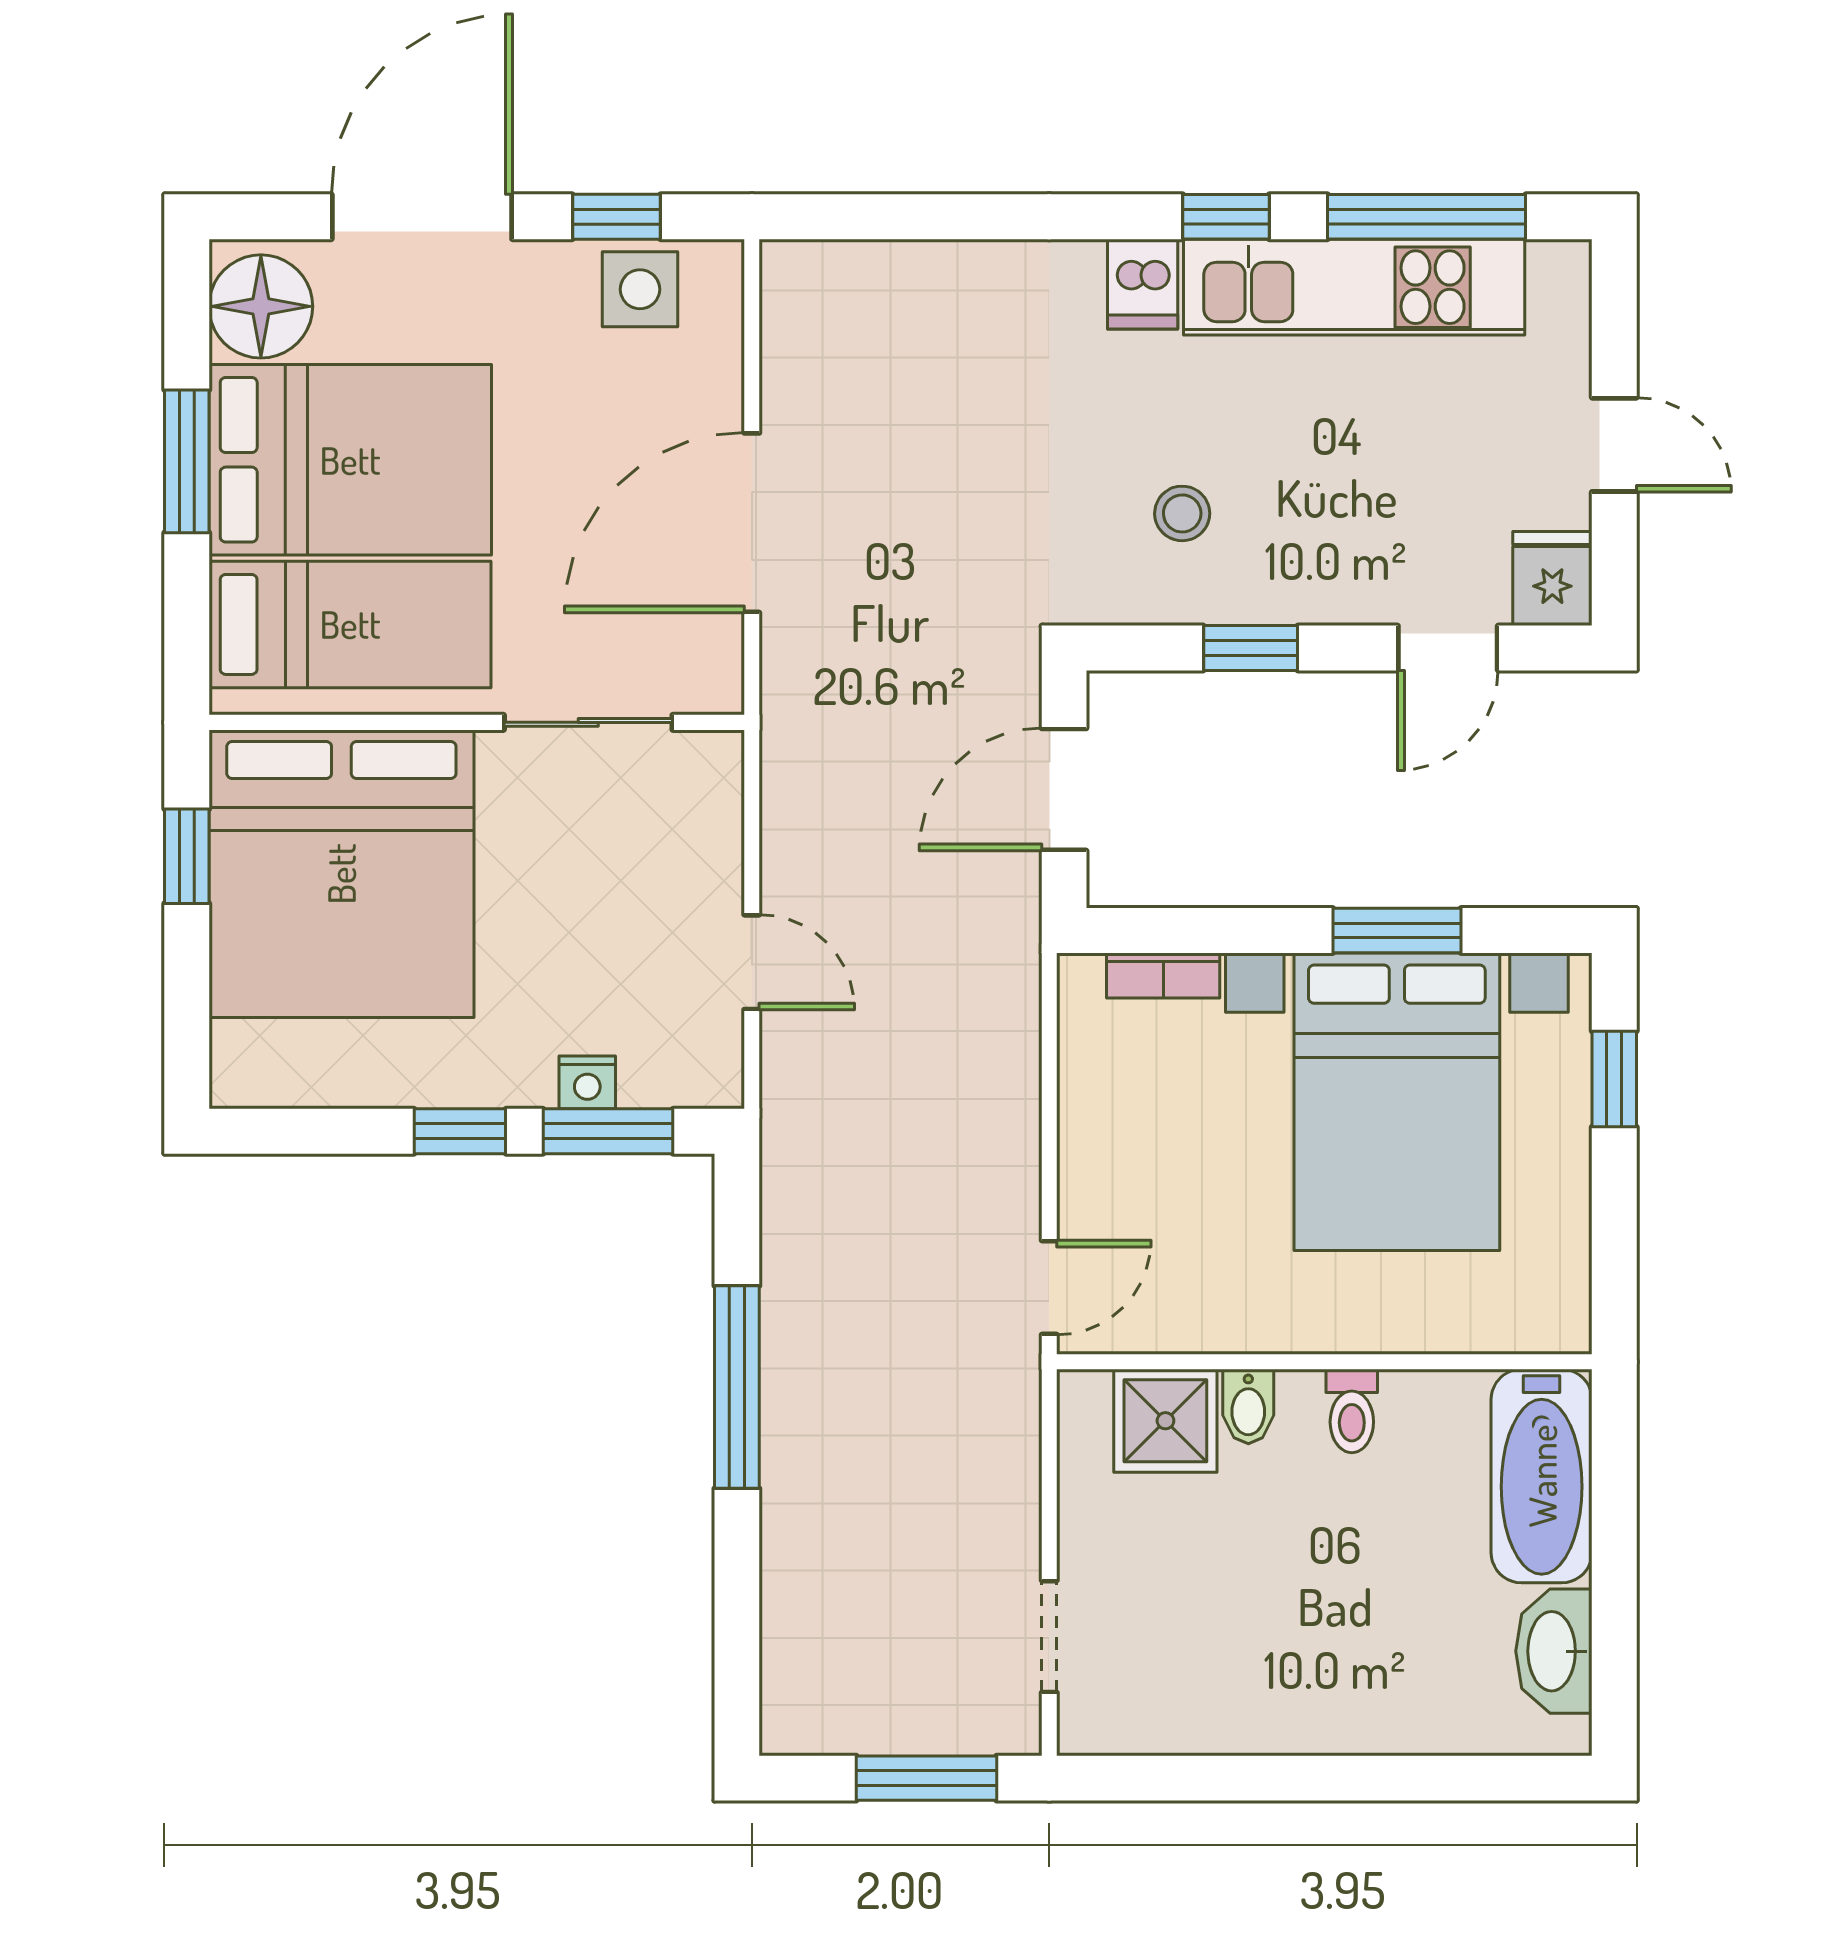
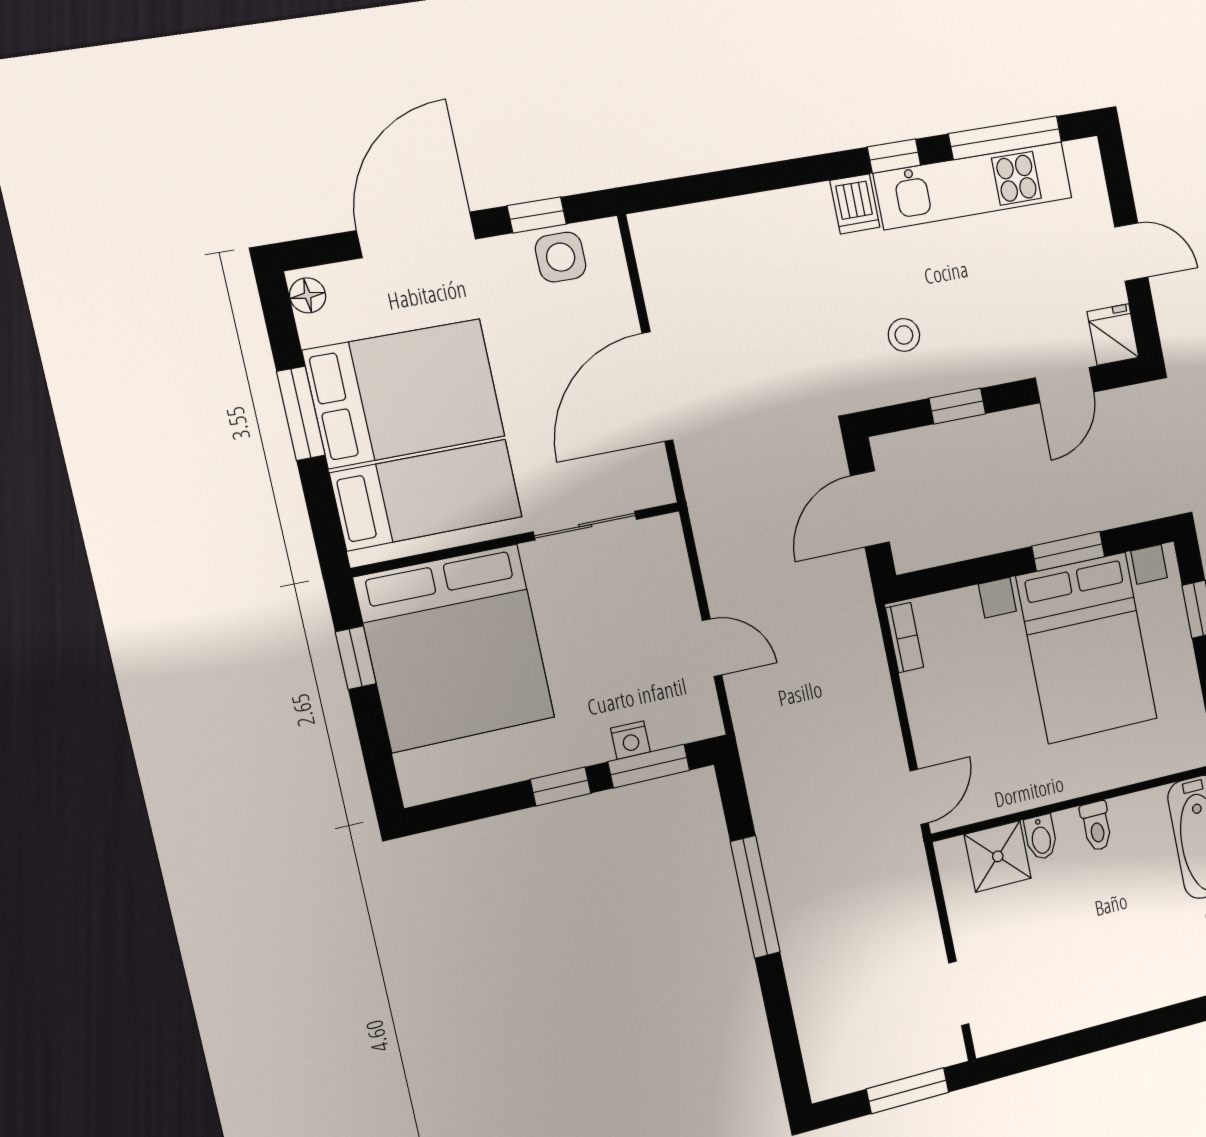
floor lamp: (261, 306) -> (308, 295), width x0.53, depth x0.53
bookcase: (1163, 975) -> (905, 638), moved, turned -90

